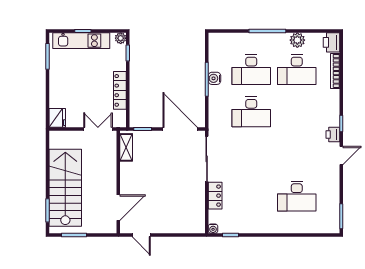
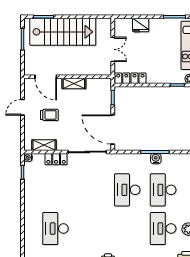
locker: (120, 90) -> (130, 78), moved
fridge: (57, 118) -> (141, 25), moved
double door: (98, 129) -> (113, 49), moved
door: (180, 129) -> (113, 129), swing flipped
shelving: (126, 147) -> (74, 83), moved
trolley: (163, 204) -> (49, 115), added
shelving: (199, 210) -> (44, 145), added
door: (141, 235) -> (23, 107), moved

